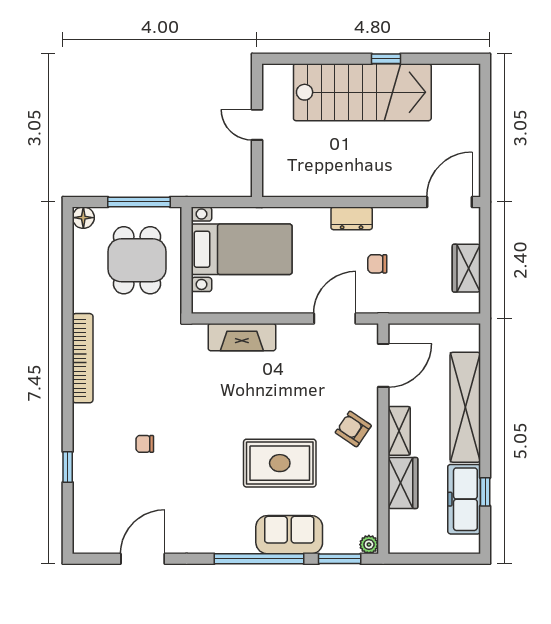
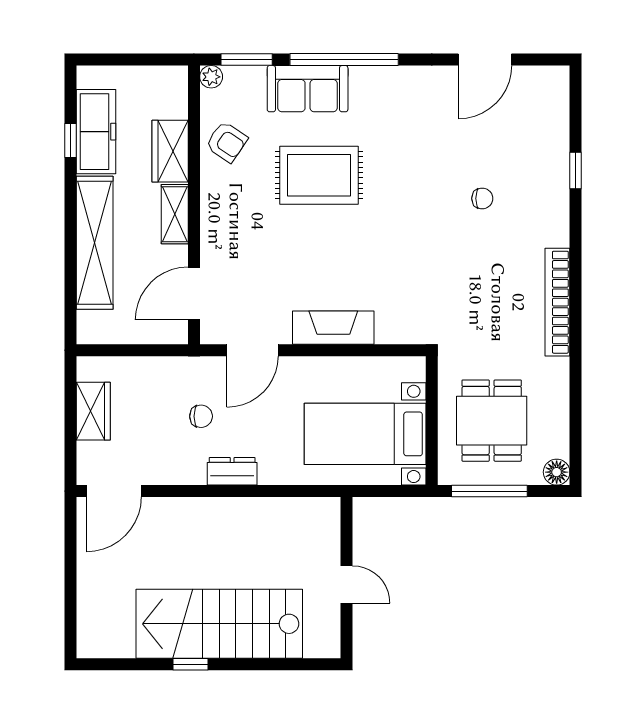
fireplace: (242, 337) -> (333, 328), moved
armchair: (353, 429) -> (227, 142), moved

